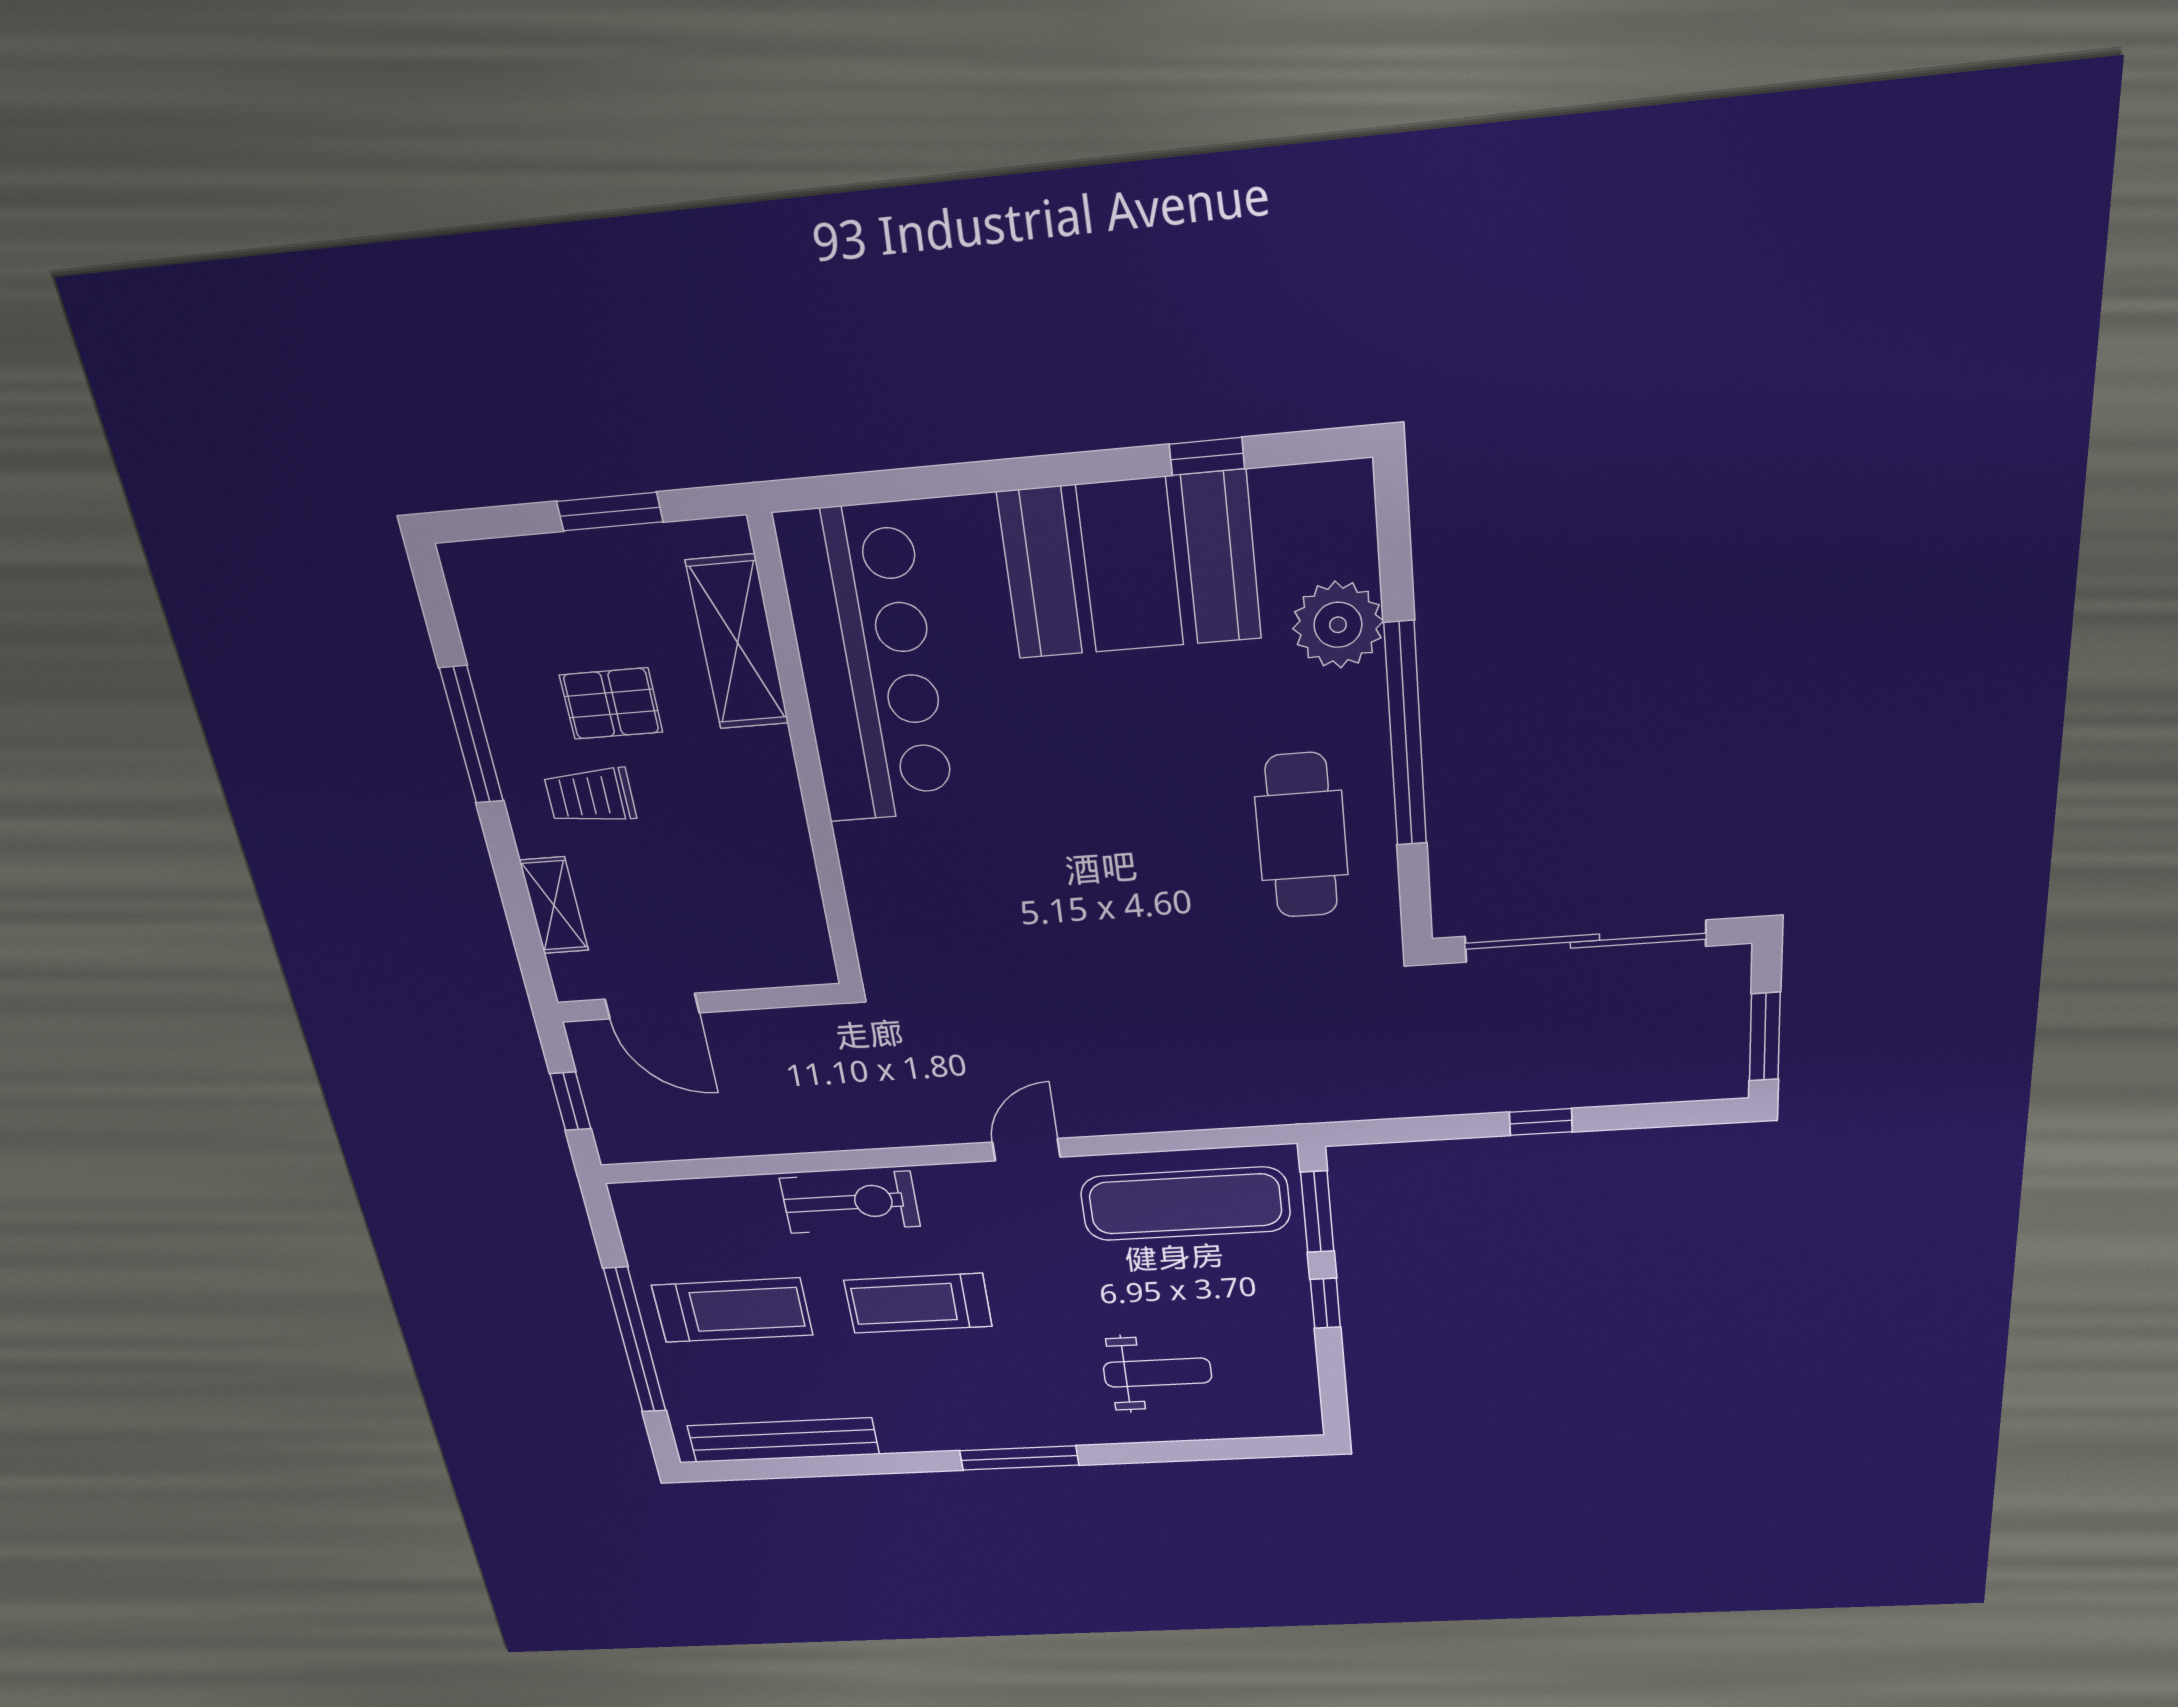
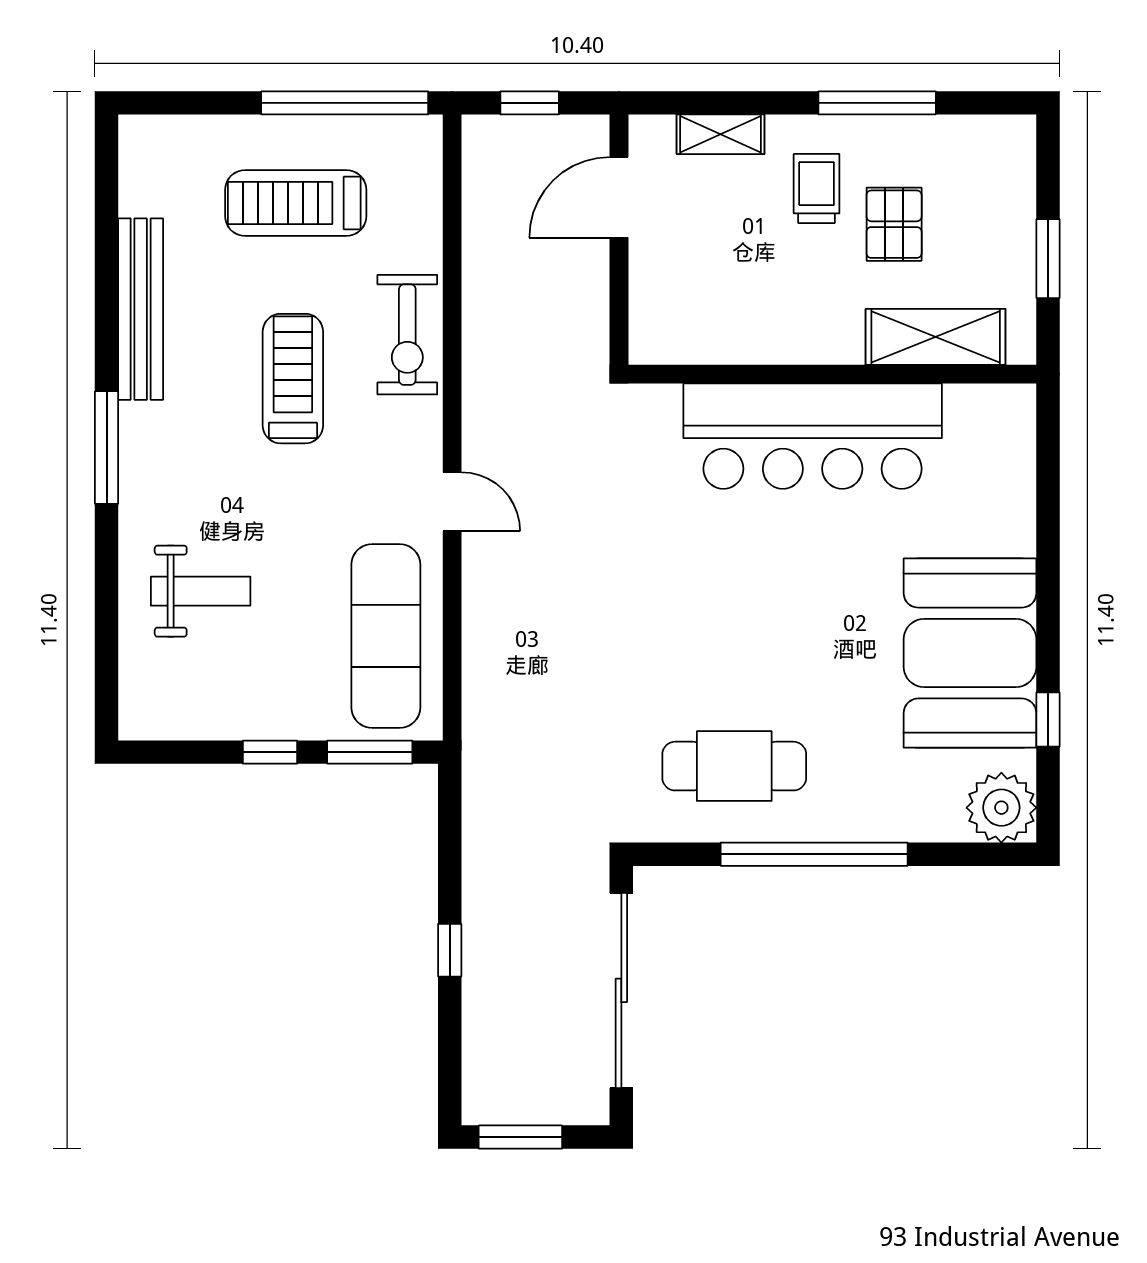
plant: (1338, 625) -> (1001, 808), moved
bar counter: (867, 667) -> (813, 436), moved
treadmill: (732, 1310) -> (296, 203), turned 90
window: (635, 1340) -> (345, 103), moved
weight bench: (1158, 1373) -> (201, 591), turned -90
bench: (783, 1440) -> (141, 309), moved

